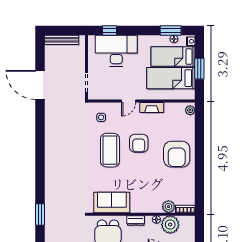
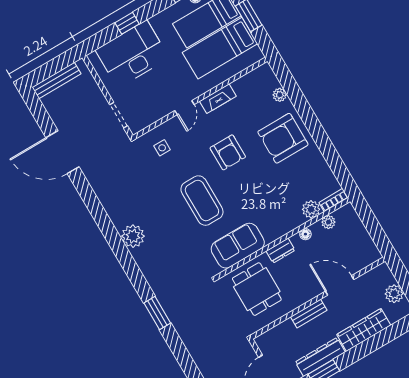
window: (109, 31) -> (127, 23), moved
plant: (190, 110) -> (280, 95), moved
coffee table: (110, 150) -> (202, 201), moved
armchair: (177, 154) -> (283, 138), turned 90
plant: (53, 160) -> (133, 236), added
plant: (170, 225) -> (328, 222), width x0.53, depth x0.53

